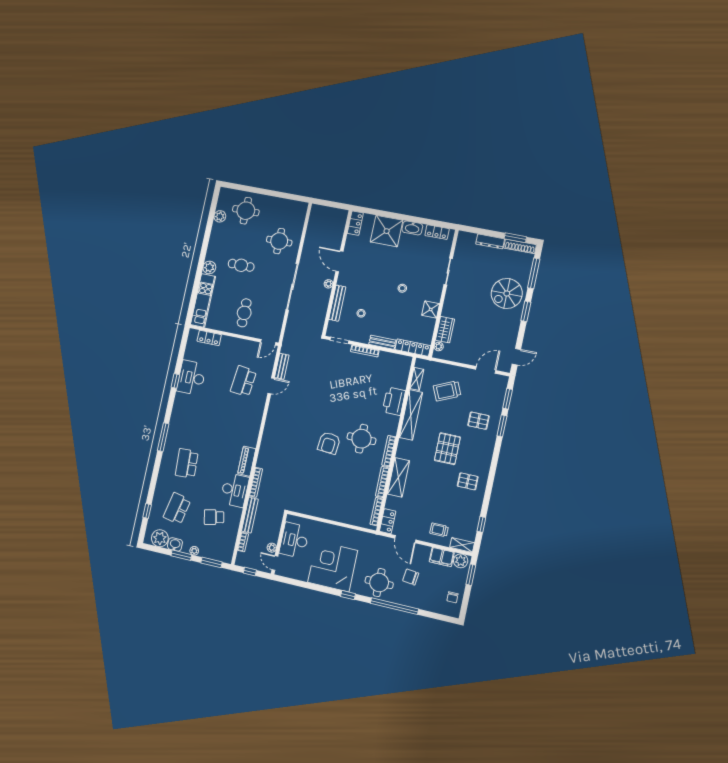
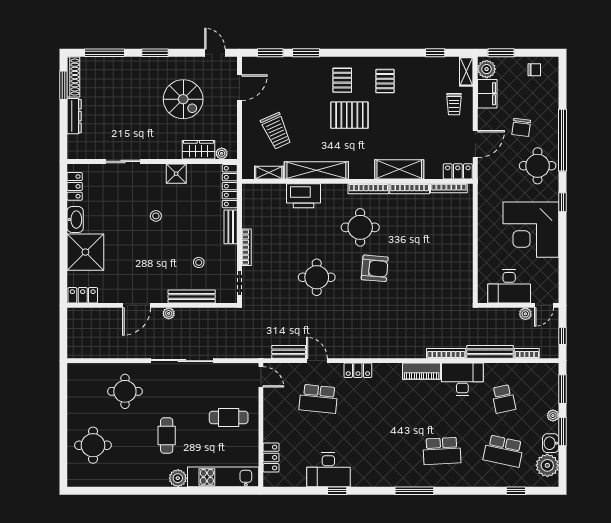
plant: (220, 216) -> (107, 479), removed
spiral stairs: (507, 293) -> (183, 99), moved
door: (486, 370) -> (239, 88), swing flipped
round table: (332, 398) -> (317, 277), added
locker: (258, 414) -> (358, 370), added
pallet: (479, 421) -> (342, 80), moved

